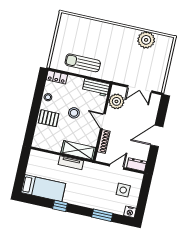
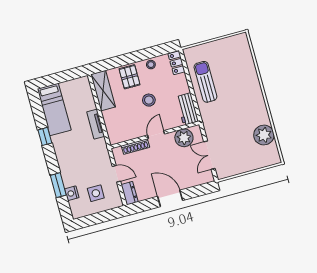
shelving: (78, 150) -> (103, 91), moved
nightstand: (130, 212) -> (72, 193), moved

